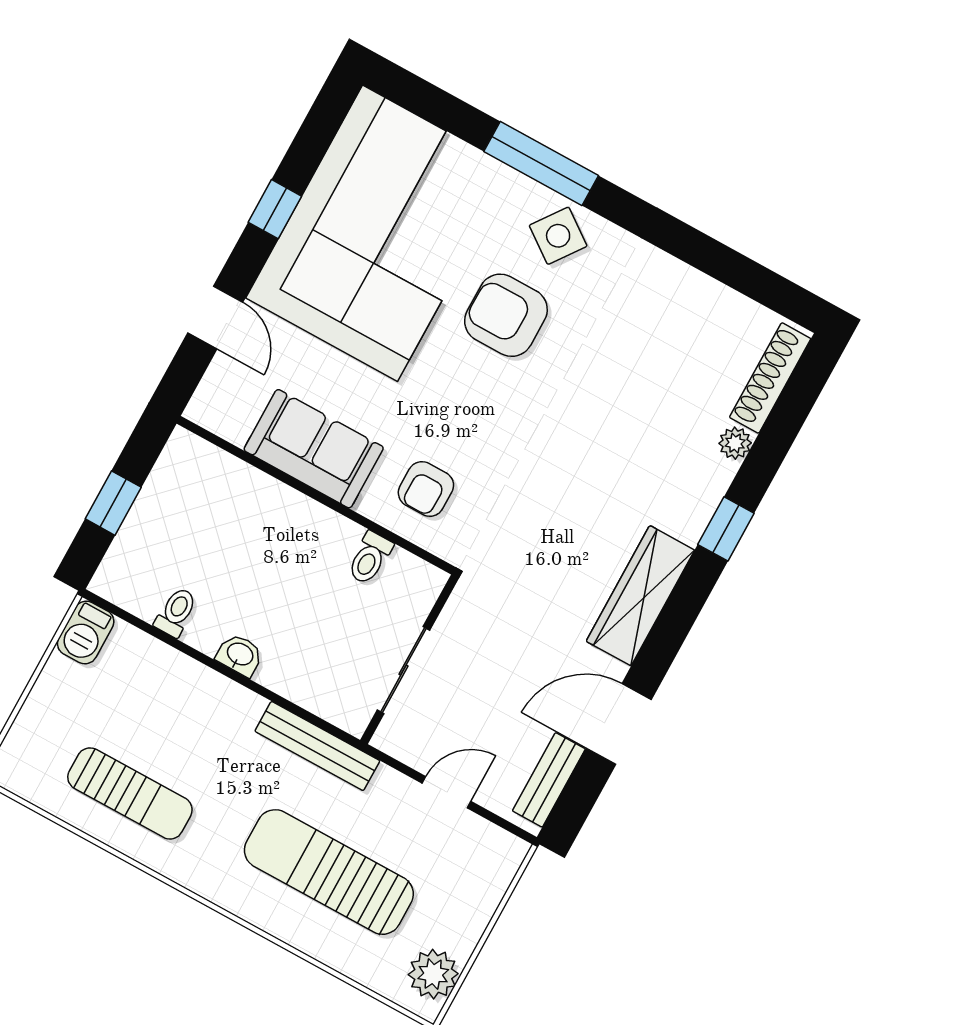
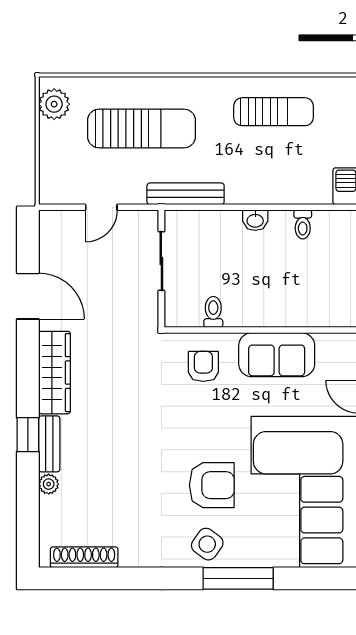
shoe rack: (770, 378) -> (84, 557), moved, turned -90
door: (619, 724) -> (28, 296), hinge flipped
bench: (549, 780) -> (49, 444), moved
sun lounger: (130, 793) -> (273, 112), turned 180

